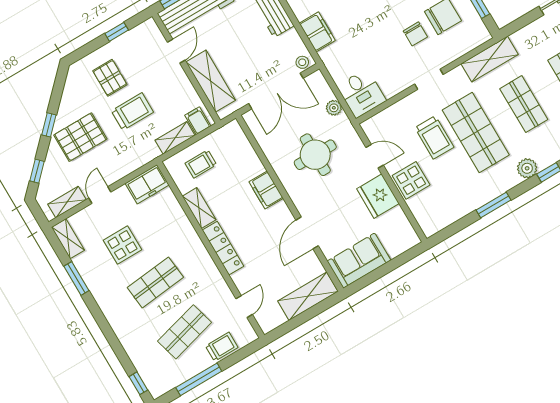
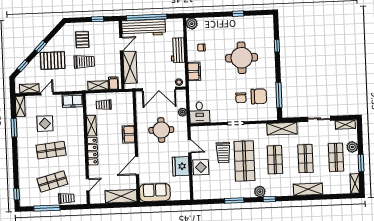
shelving: (490, 59) -> (282, 129), moved

